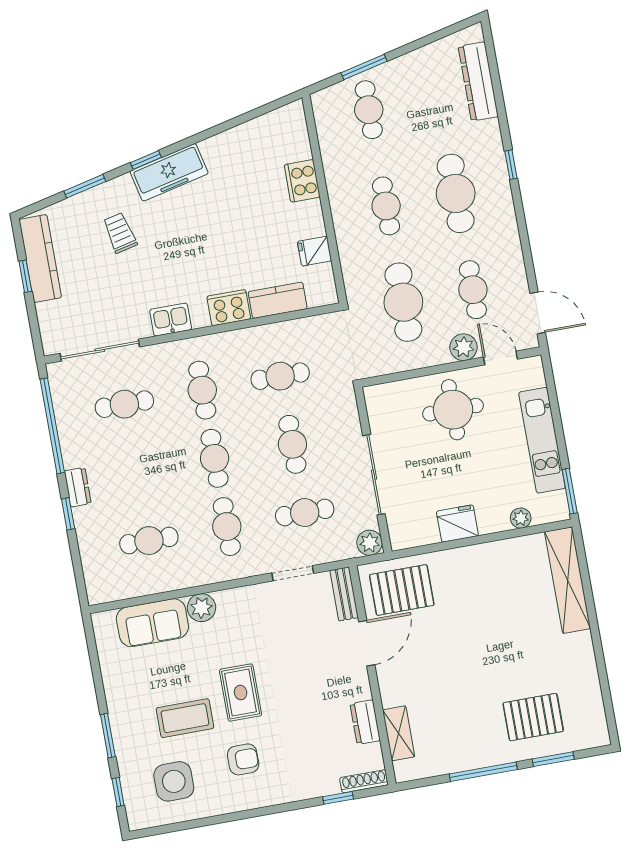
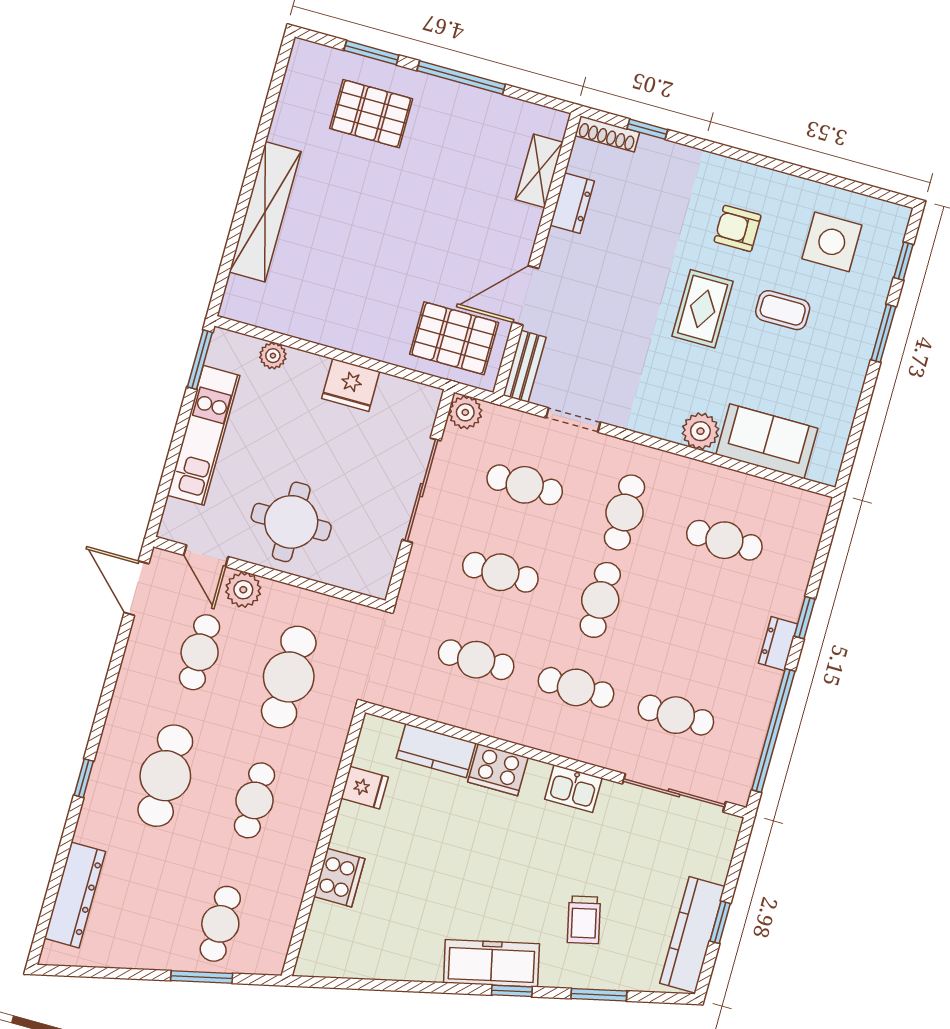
cafe table: (202, 390) -> (576, 687), turned 90
cafe table: (292, 444) -> (500, 572), turned 90
shelving: (568, 580) -> (265, 212), moved
coffee table: (185, 718) -> (783, 310), width x0.73, depth x0.77

